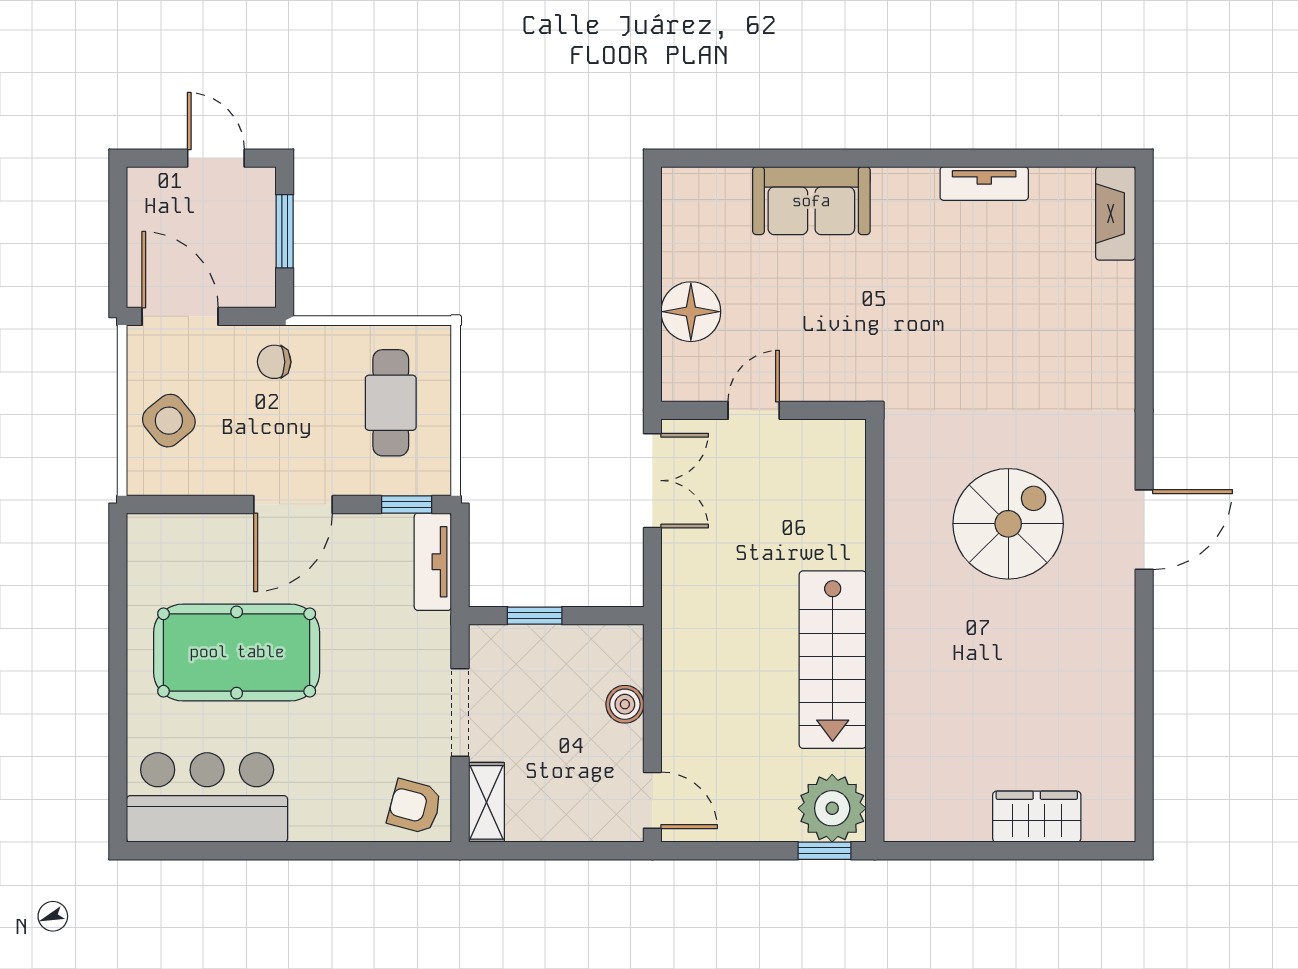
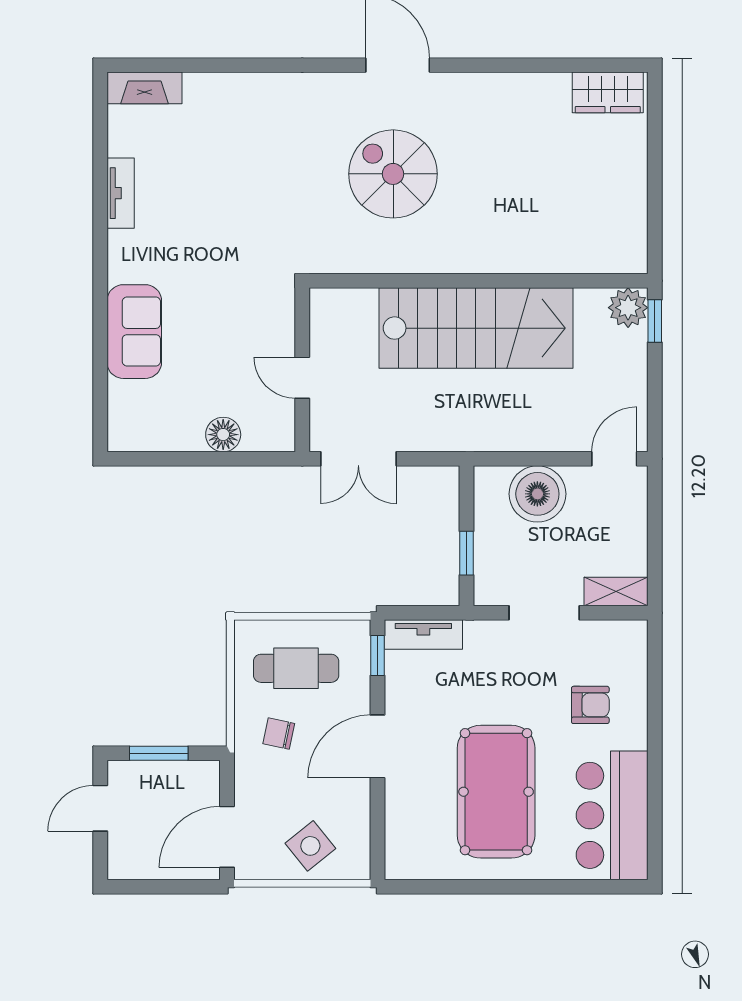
floor lamp: (691, 312) -> (223, 435), width x0.73, depth x0.73
chair: (274, 362) -> (279, 734), moved, turned 102
double door: (652, 481) -> (358, 459), swing flipped
door: (293, 504) -> (378, 746), swing flipped
stairs: (833, 660) -> (476, 328), width x1.36, depth x1.51
boiler: (625, 704) -> (537, 494), width x1.86, depth x1.86
armchair: (415, 807) -> (590, 705), moved, turned -105
plant: (832, 808) -> (628, 308), width x0.73, depth x0.73
wardrobe: (1037, 817) -> (608, 92), moved, turned -90

